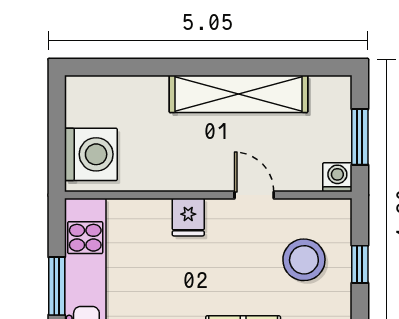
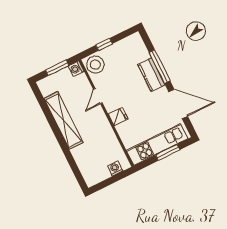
washing machine: (91, 154) -> (115, 168), width x0.53, depth x0.53
stool: (304, 260) -> (95, 65), moved

